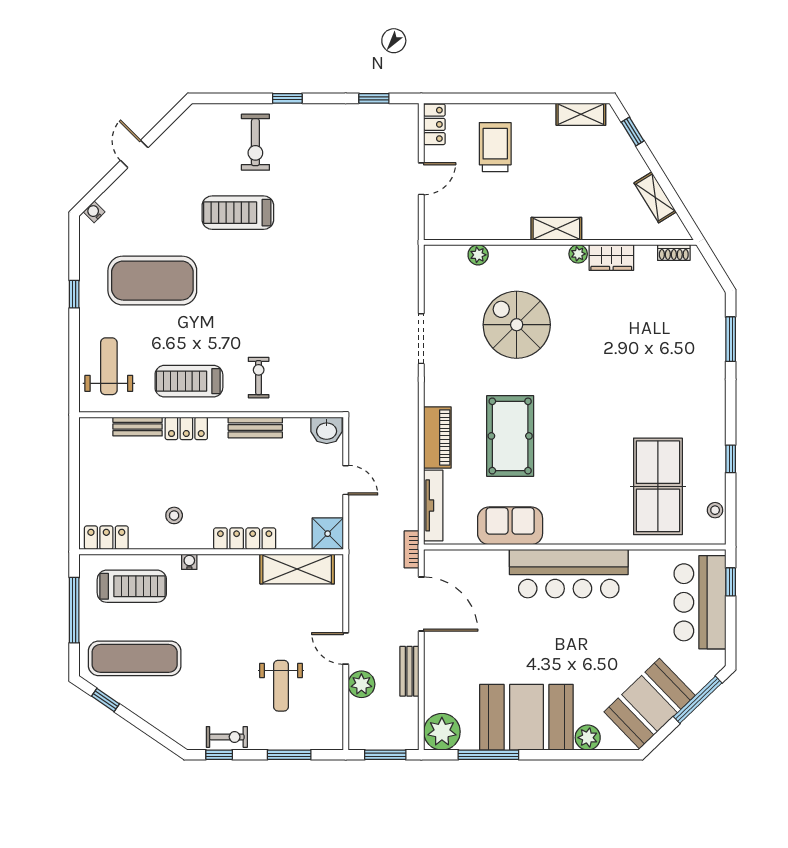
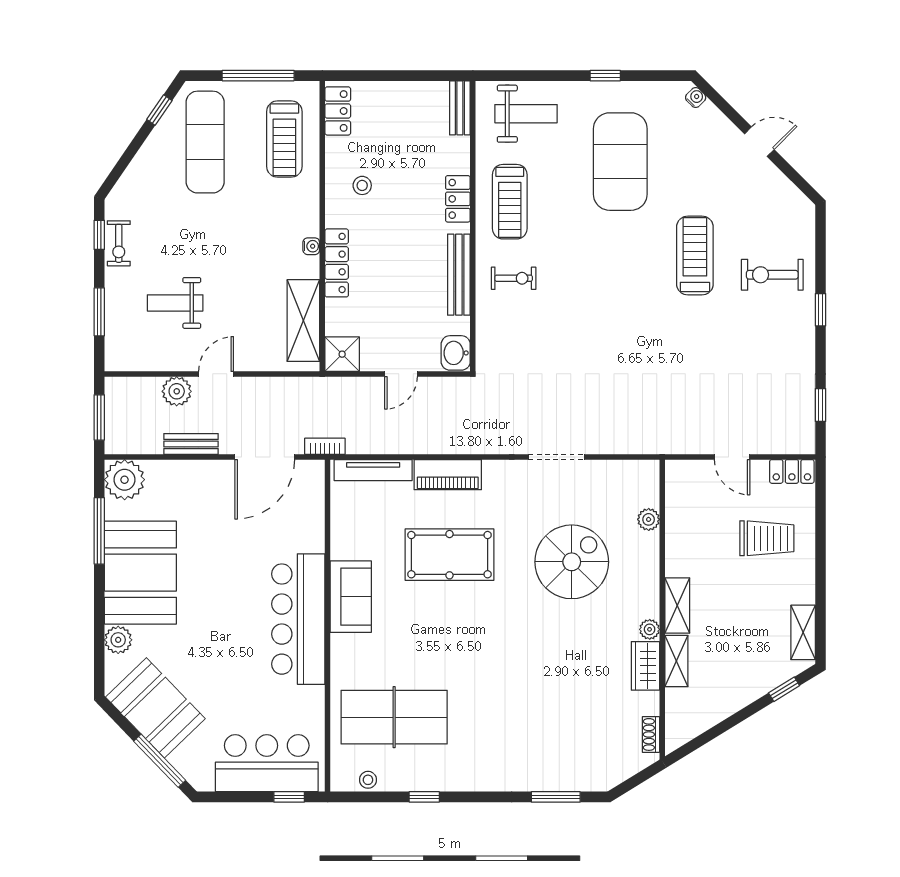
shelving: (655, 197) -> (676, 661), moved, turned -58
treadmill: (189, 381) -> (510, 202), turned 180
bench: (138, 427) -> (460, 108), moved
bench: (255, 427) -> (459, 275), width x1.36
sofa: (510, 526) -> (351, 597), moved
water cooler: (189, 562) -> (311, 246), moved

